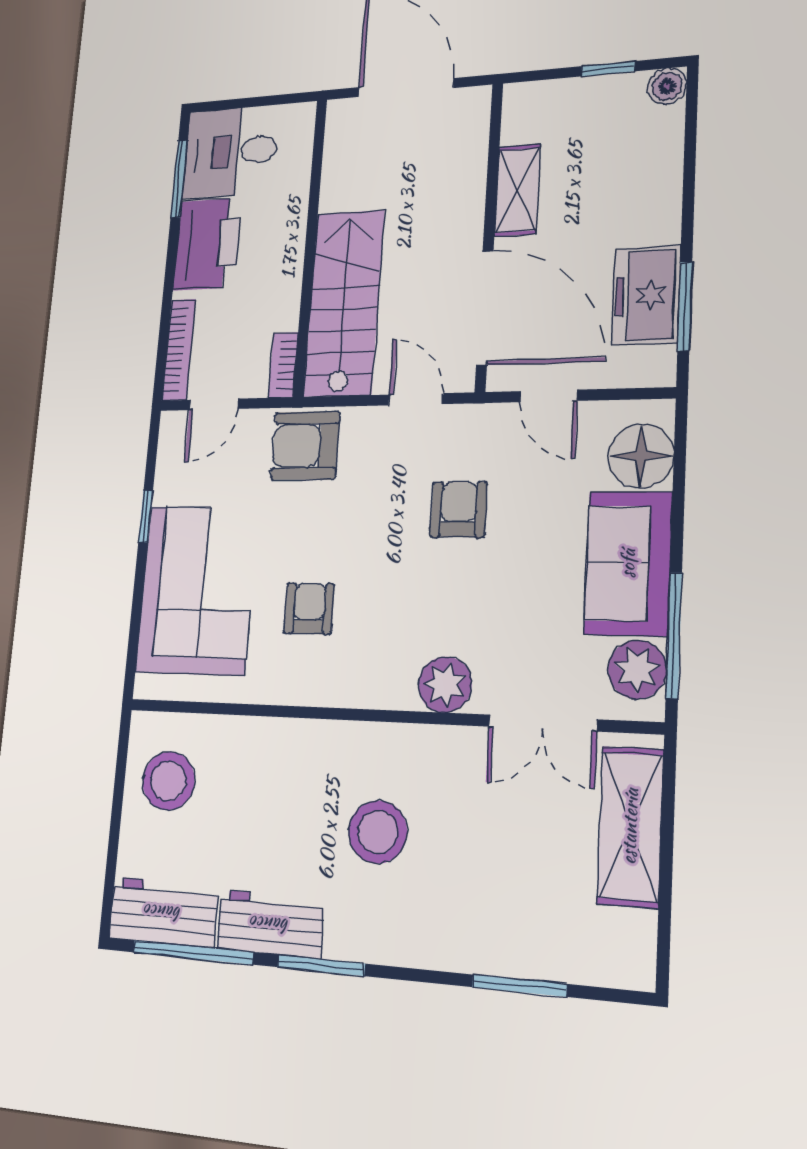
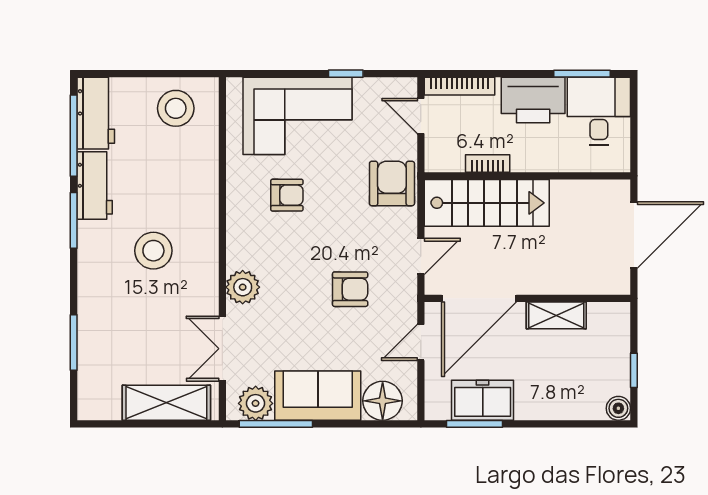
bookcase: (283, 365) -> (488, 163), moved

